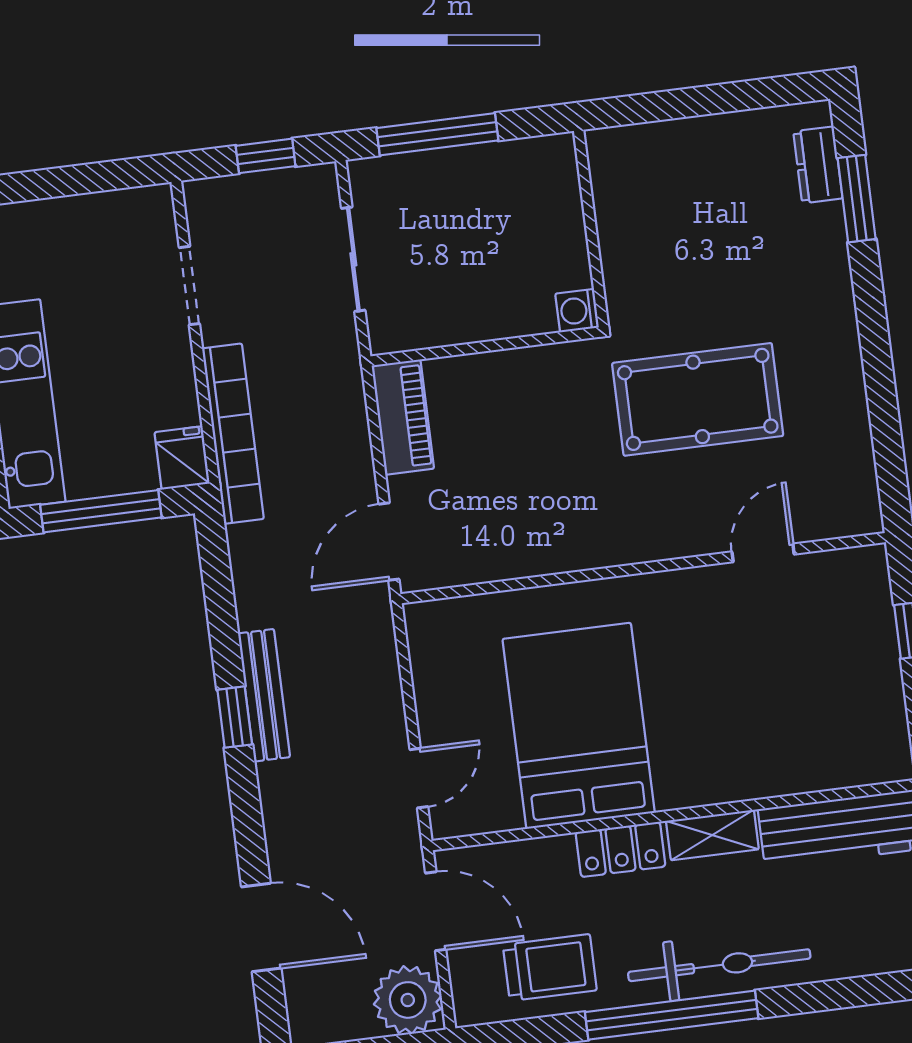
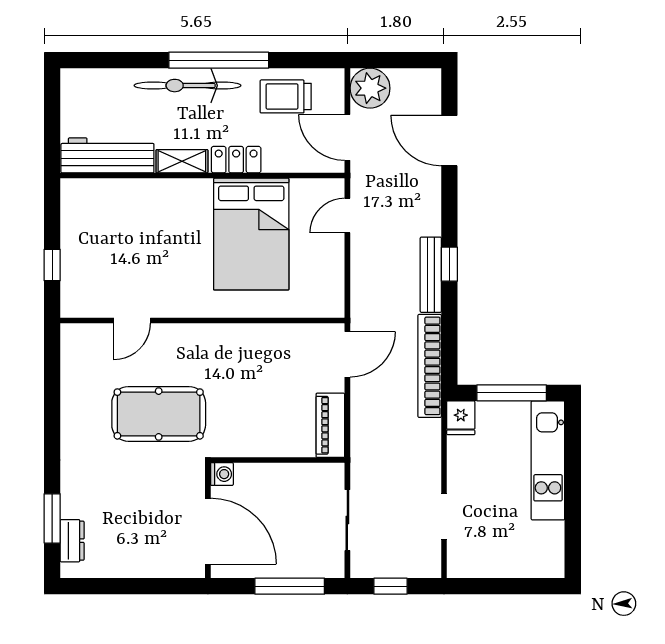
door: (589, 210) -> (208, 531), added
bookcase: (233, 434) -> (430, 366), moved

